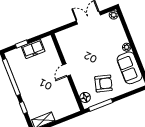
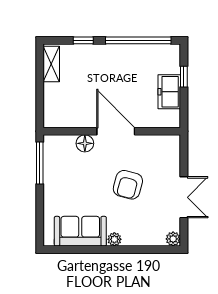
door: (67, 70) -> (116, 131), width x1.87
armchair: (103, 84) -> (128, 185), moved
floor lamp: (85, 97) -> (85, 143), moved

